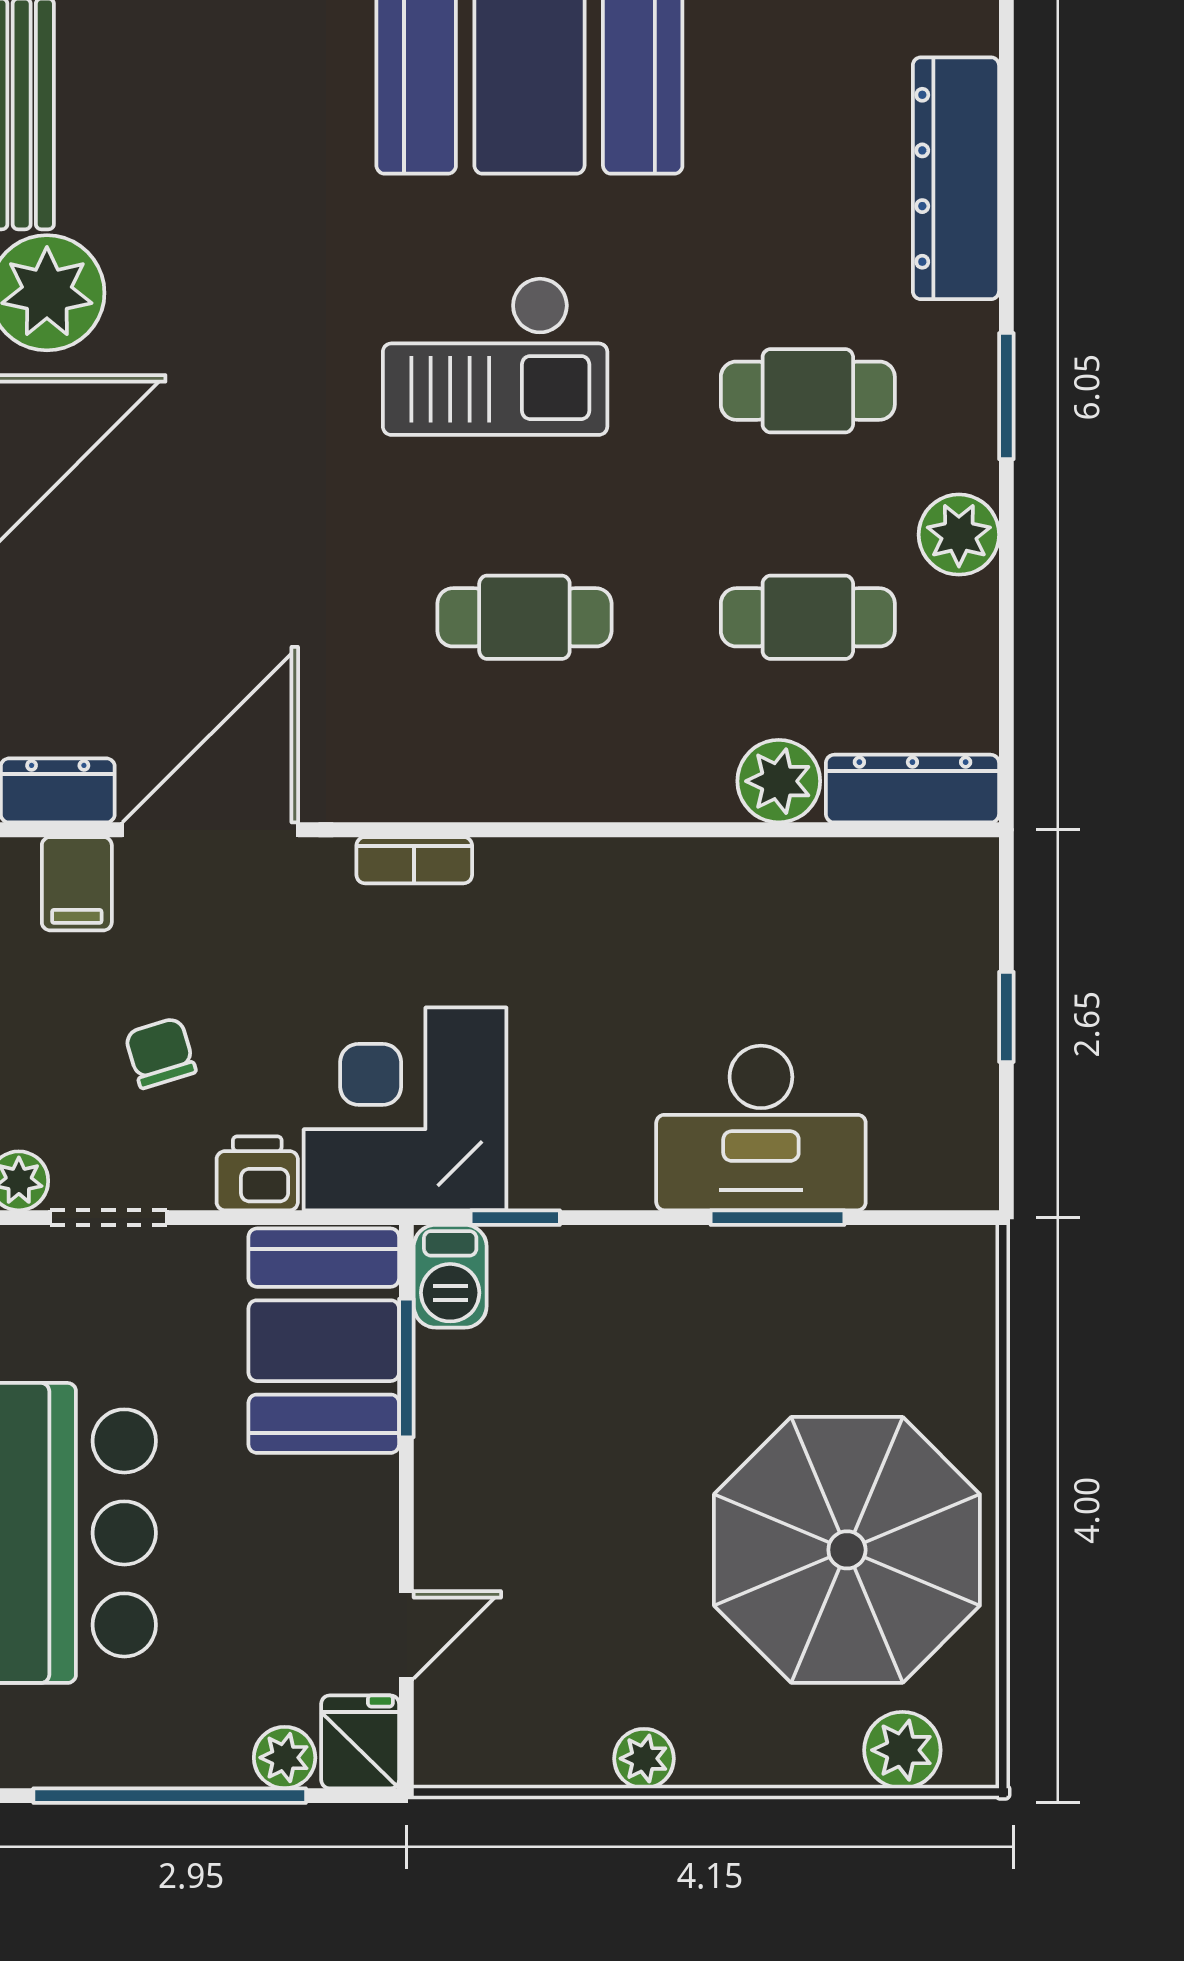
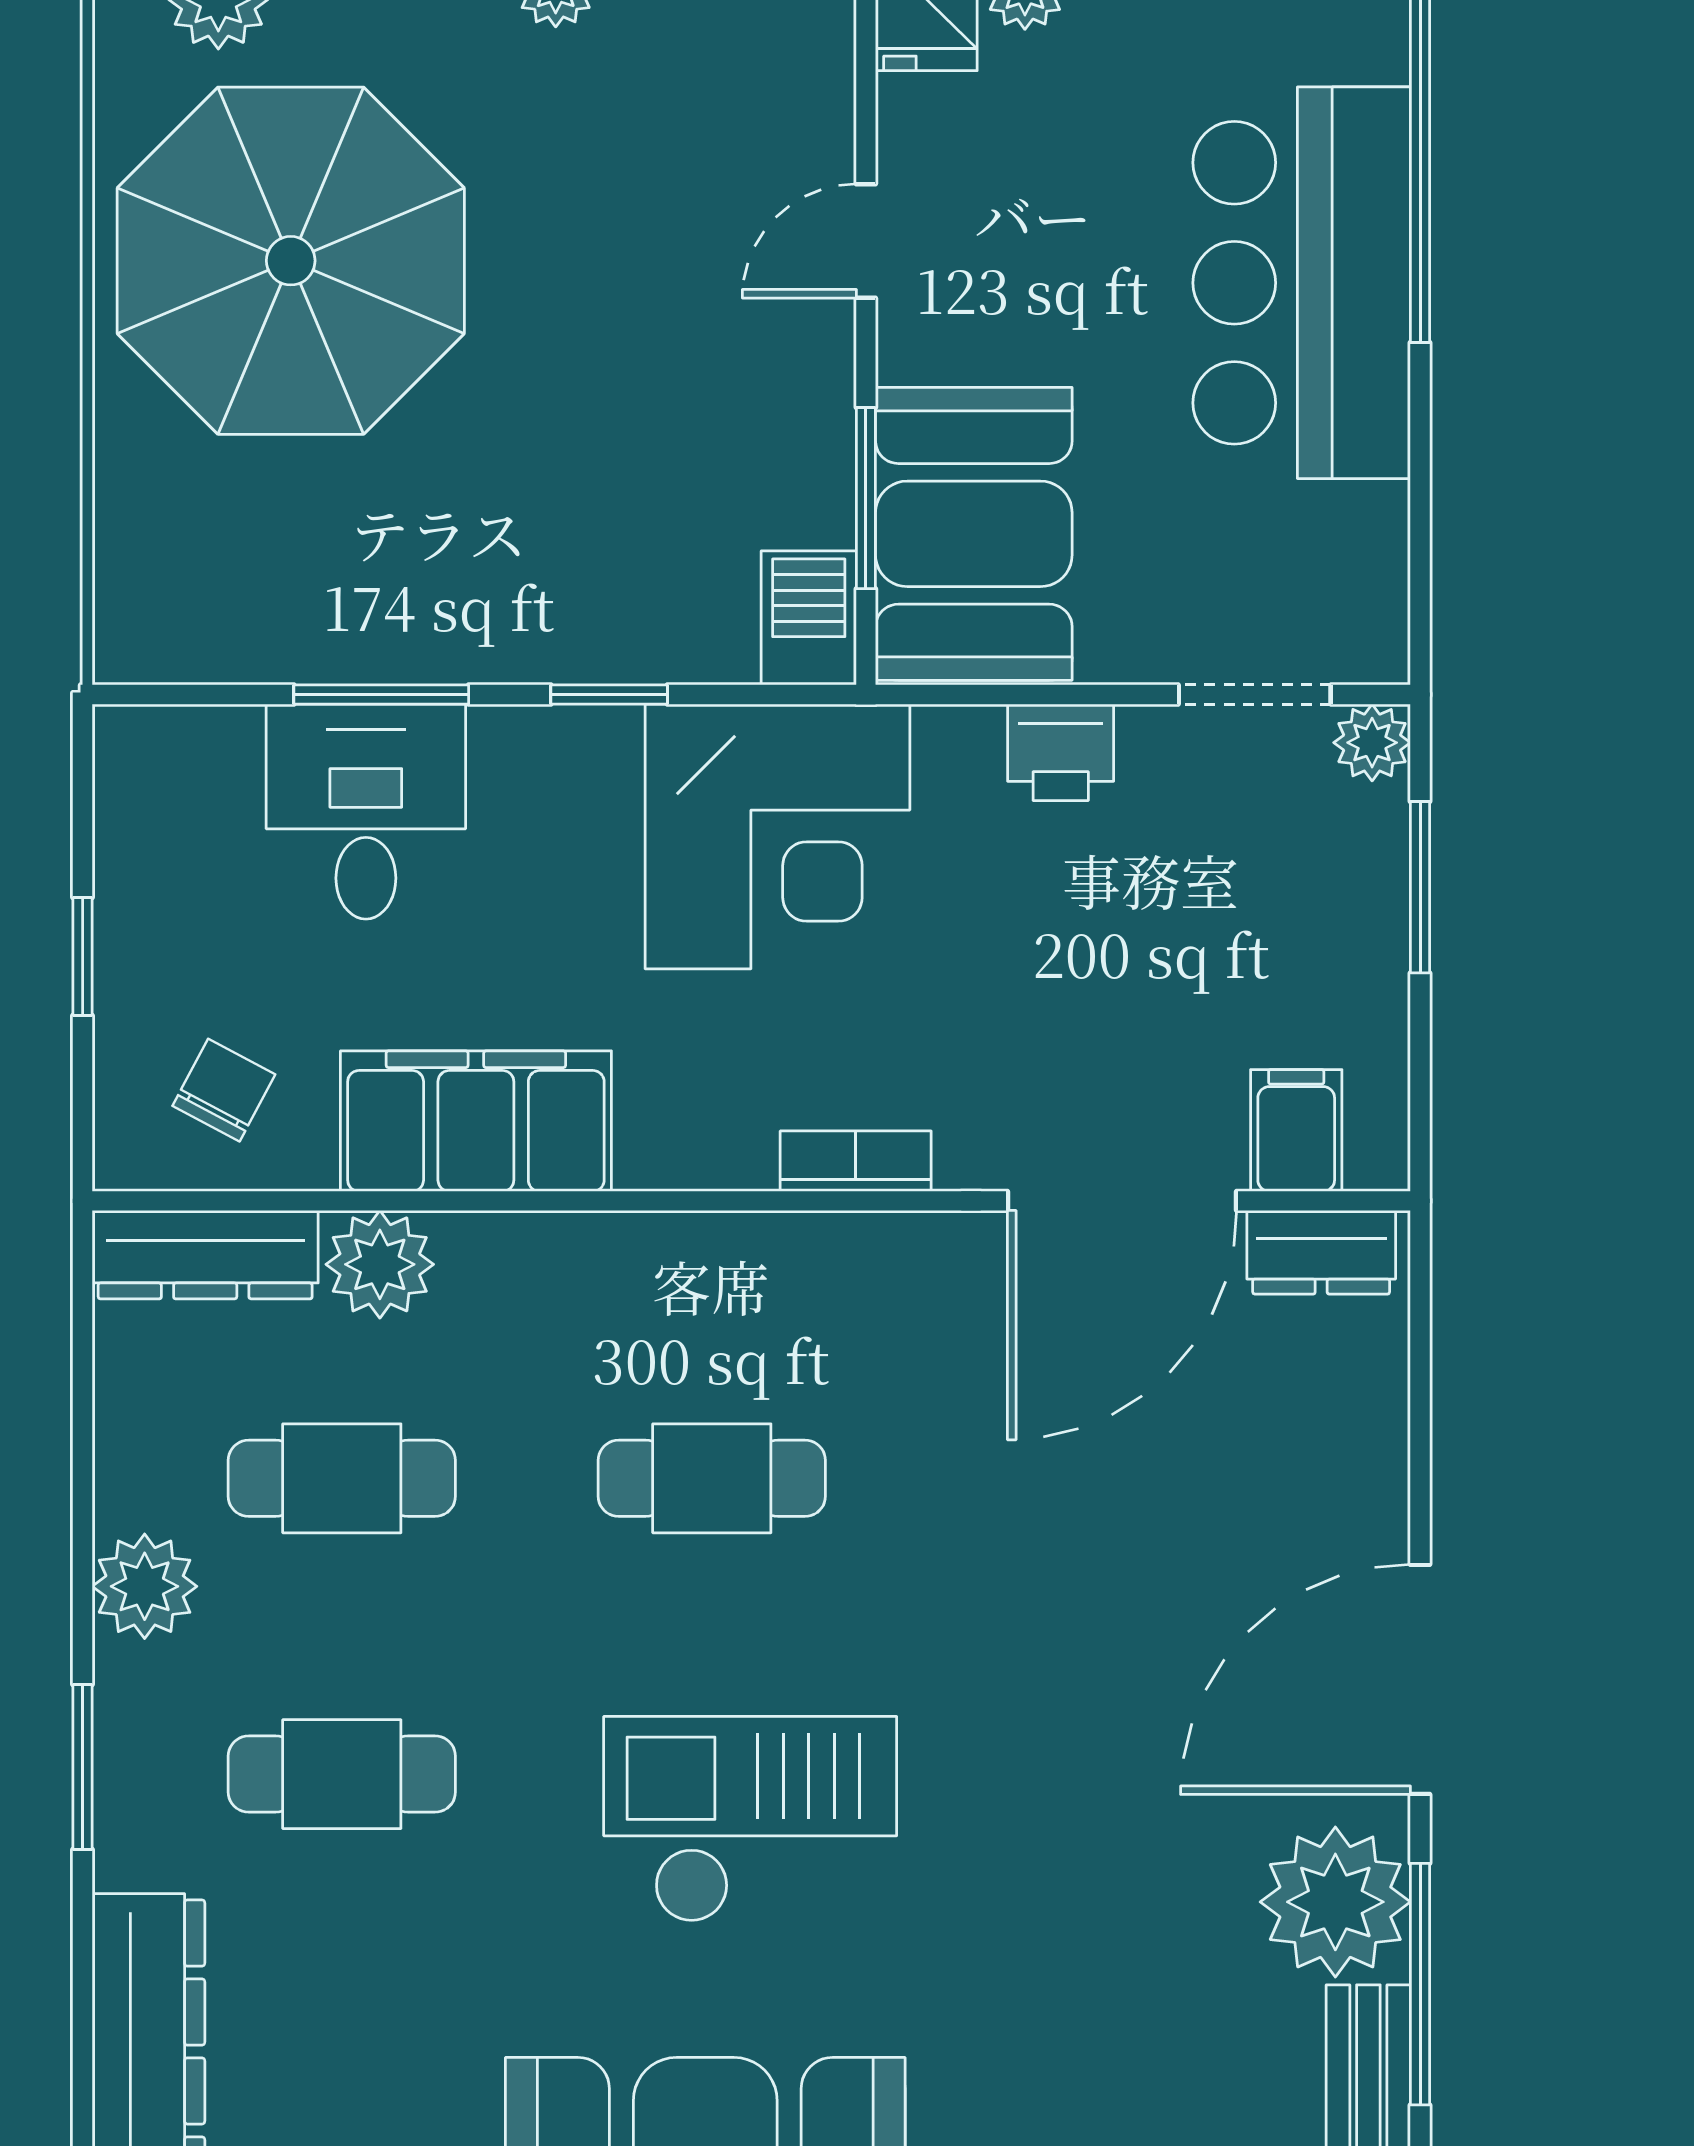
filing cabinet: (705, 891) -> (476, 1121), added
chair: (160, 1053) -> (224, 1090), moved, turned -135
corner desk: (405, 1109) -> (777, 836), moved
desk: (761, 1128) -> (366, 812), width x0.73
window: (515, 1218) -> (609, 695), moved
door: (406, 1635) -> (866, 241), moved

